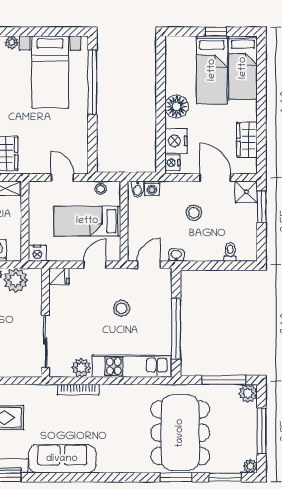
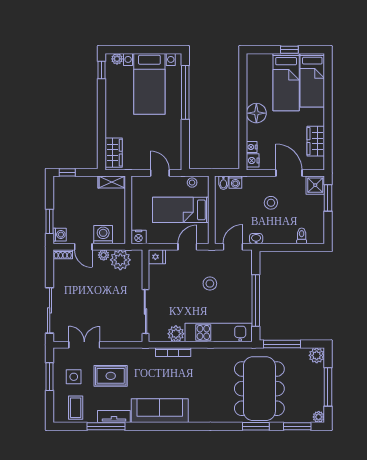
nightstand: (176, 141) -> (252, 147), width x0.53, depth x0.56
window: (224, 380) -> (282, 344), moved

